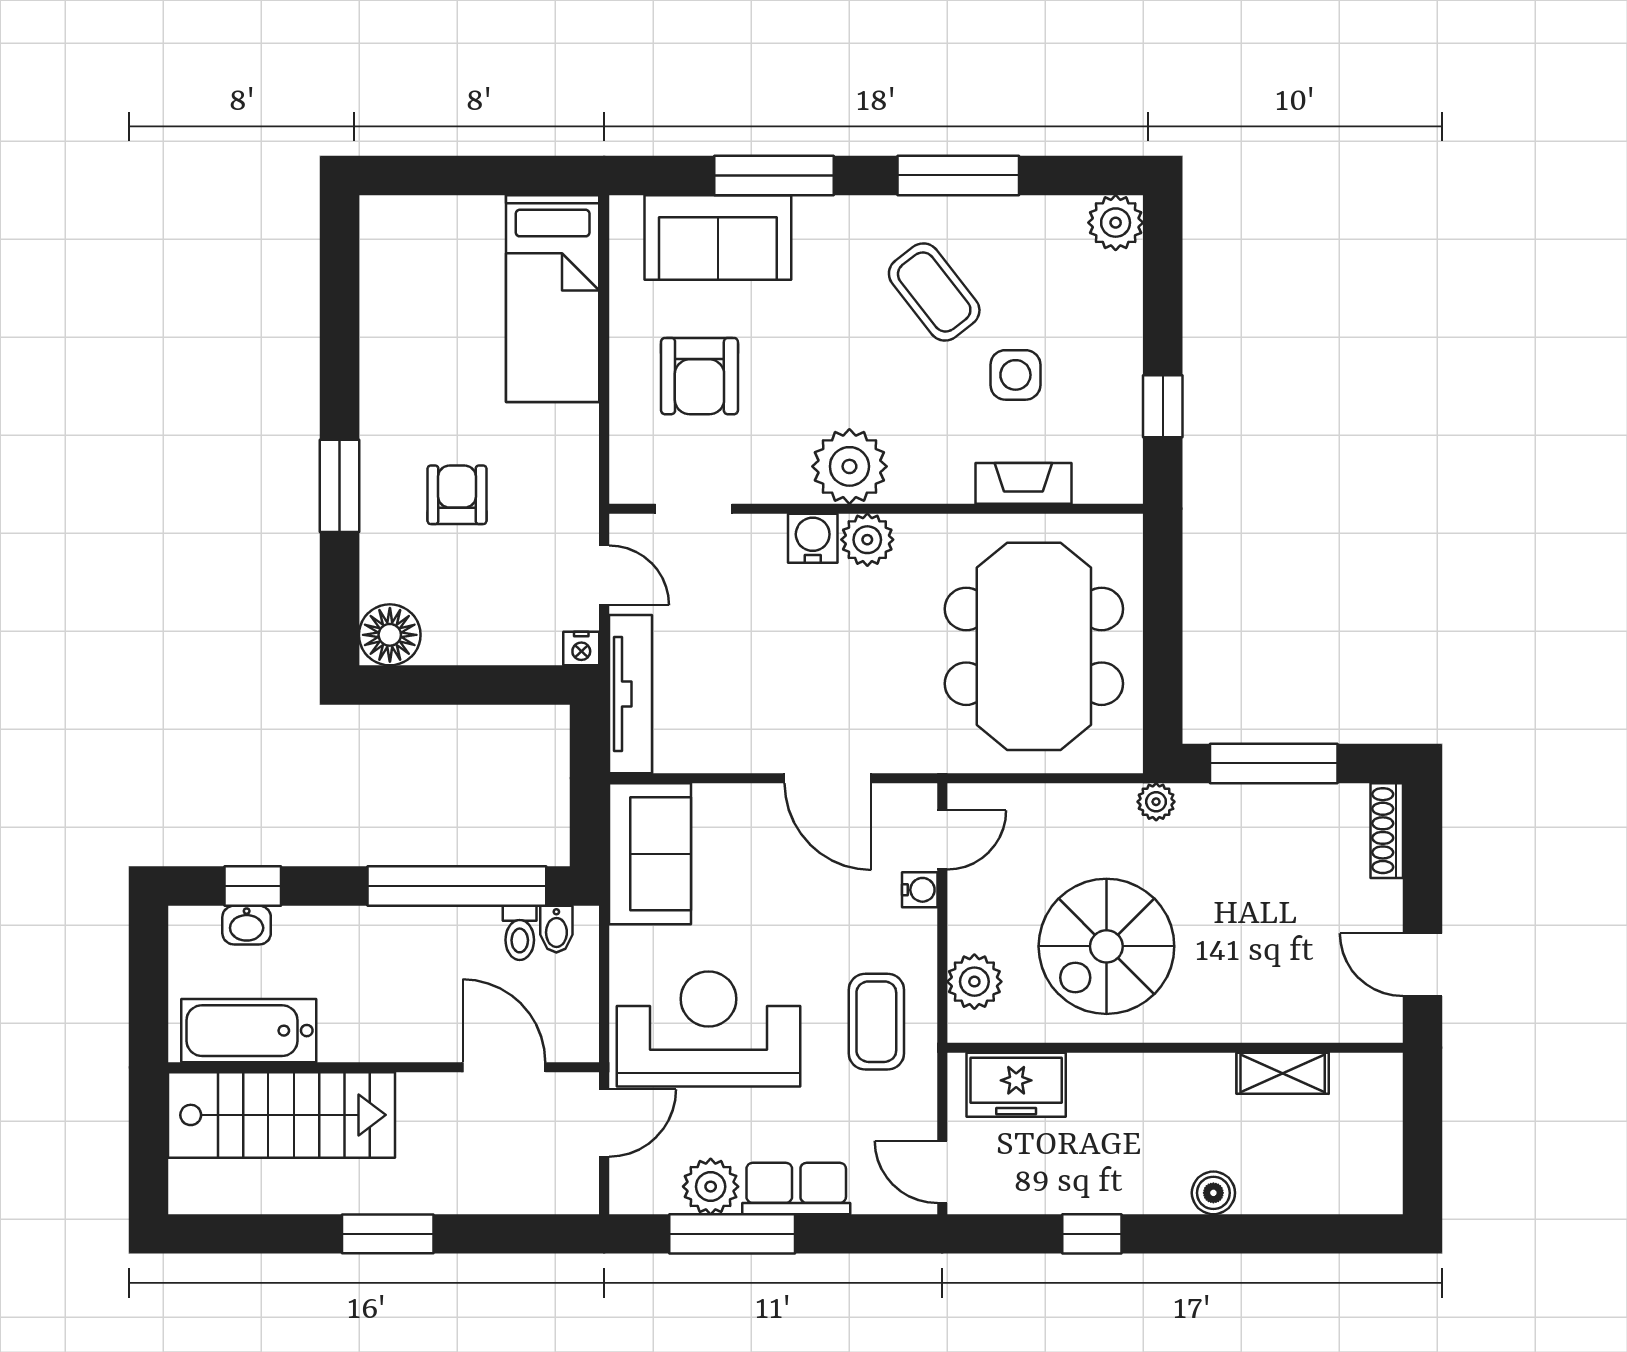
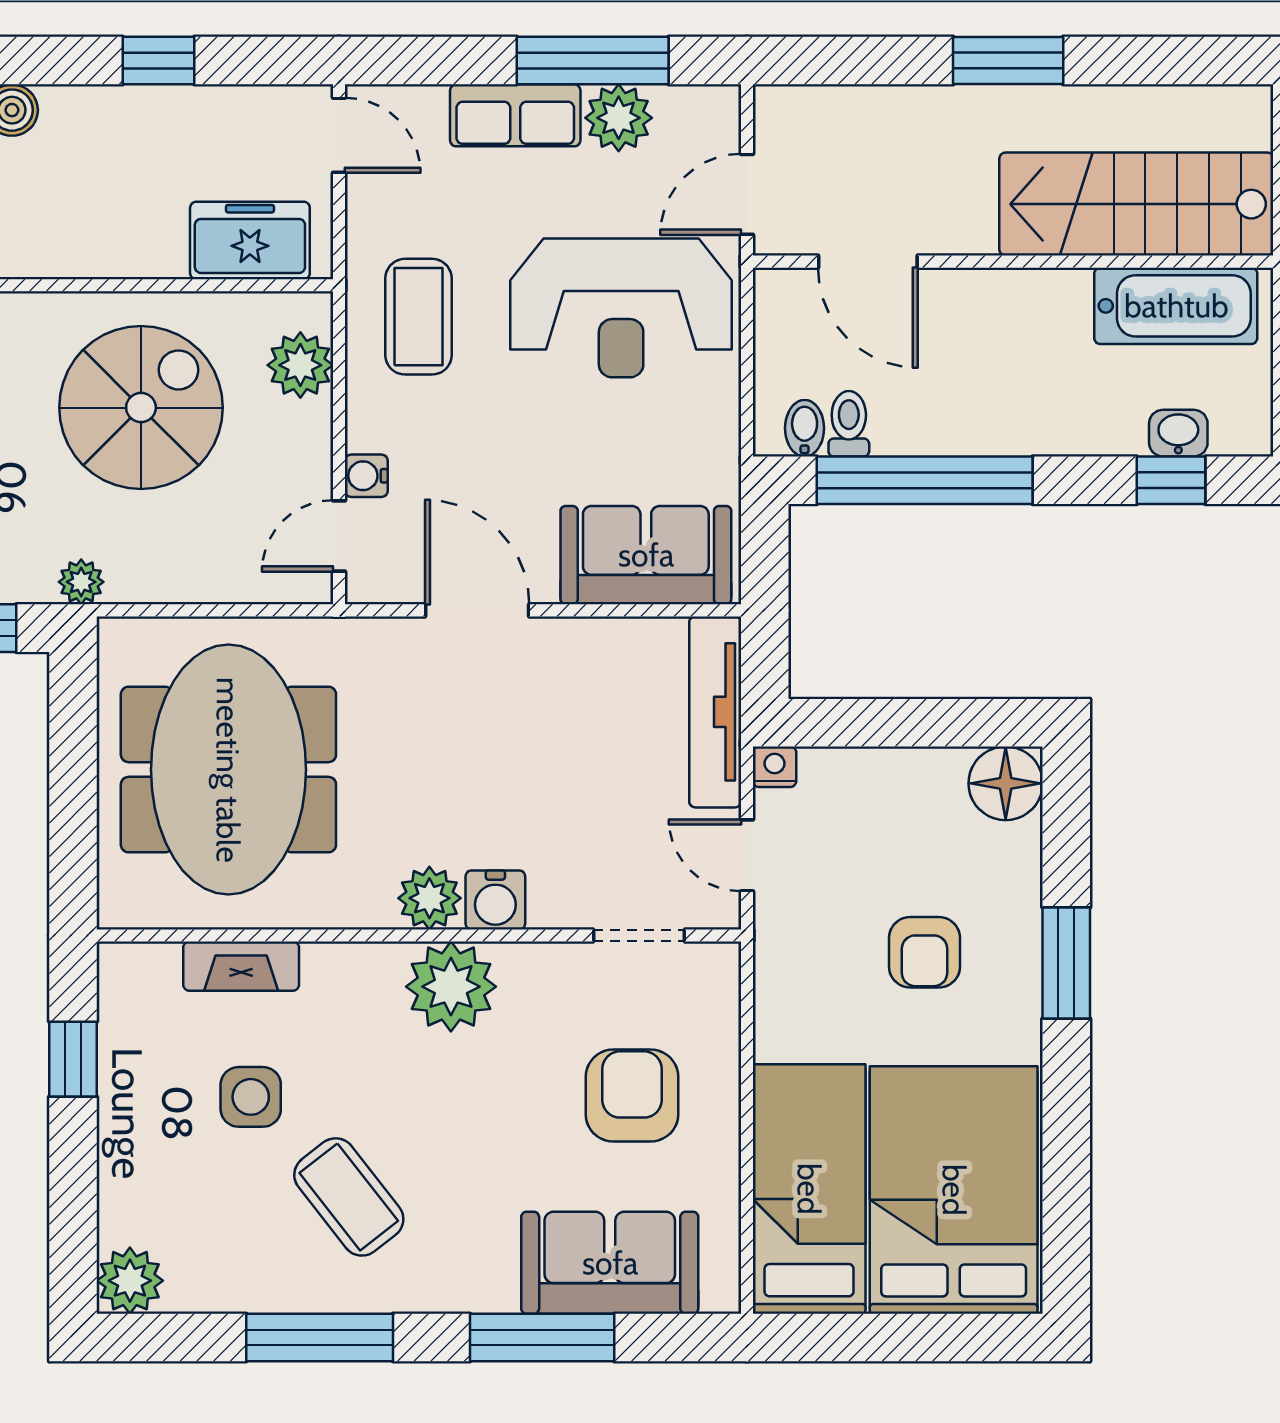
bed: (433, 298) -> (954, 1190), added
sofa: (650, 854) -> (646, 555), moved, turned 90

